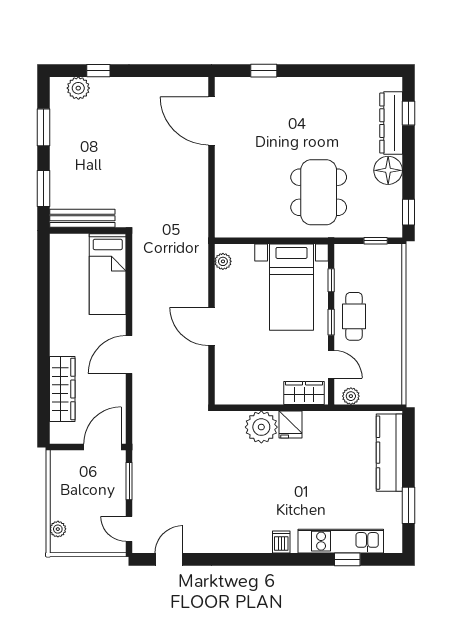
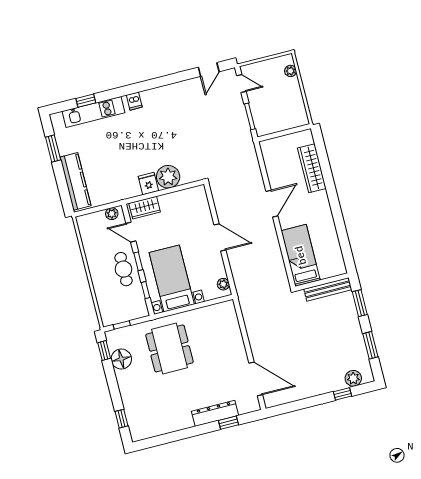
dresser: (391, 123) -> (215, 413), moved, turned -90
floor lamp: (388, 170) -> (121, 359), moved
door: (102, 447) -> (274, 135), removed

